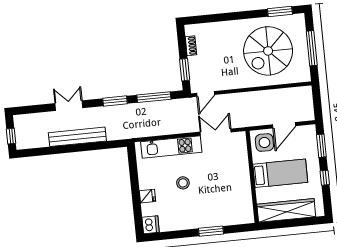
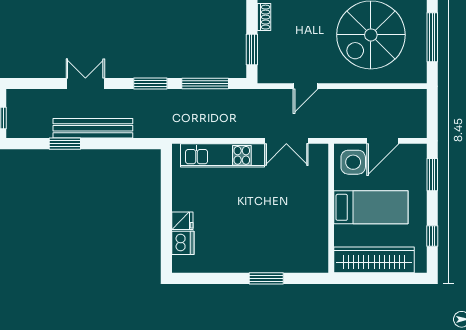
door: (206, 94) -> (305, 86), moved
double door: (216, 132) -> (286, 141), swing flipped
window: (58, 150) -> (65, 144), added
window: (325, 178) -> (432, 236), moved
stool: (183, 183) -> (234, 207), removed
dishwasher: (151, 225) -> (183, 243), moved

